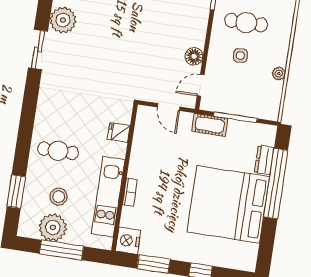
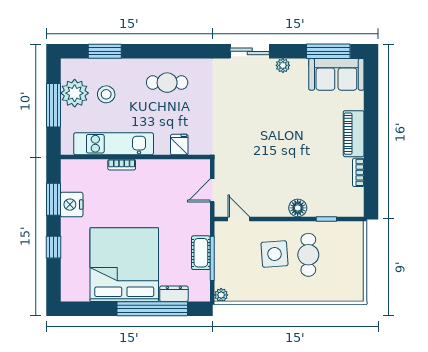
plant: (63, 20) -> (283, 65), width x0.53, depth x0.53
floor lamp: (194, 56) -> (298, 208), moved
side table: (240, 56) -> (275, 254), width x1.87, depth x1.87
plant: (279, 73) -> (221, 295), moved
cot: (210, 125) -> (201, 253), moved
cafe table: (58, 151) -> (167, 83), moved, turned 90
nightstand: (128, 241) -> (72, 205), moved, turned -90

